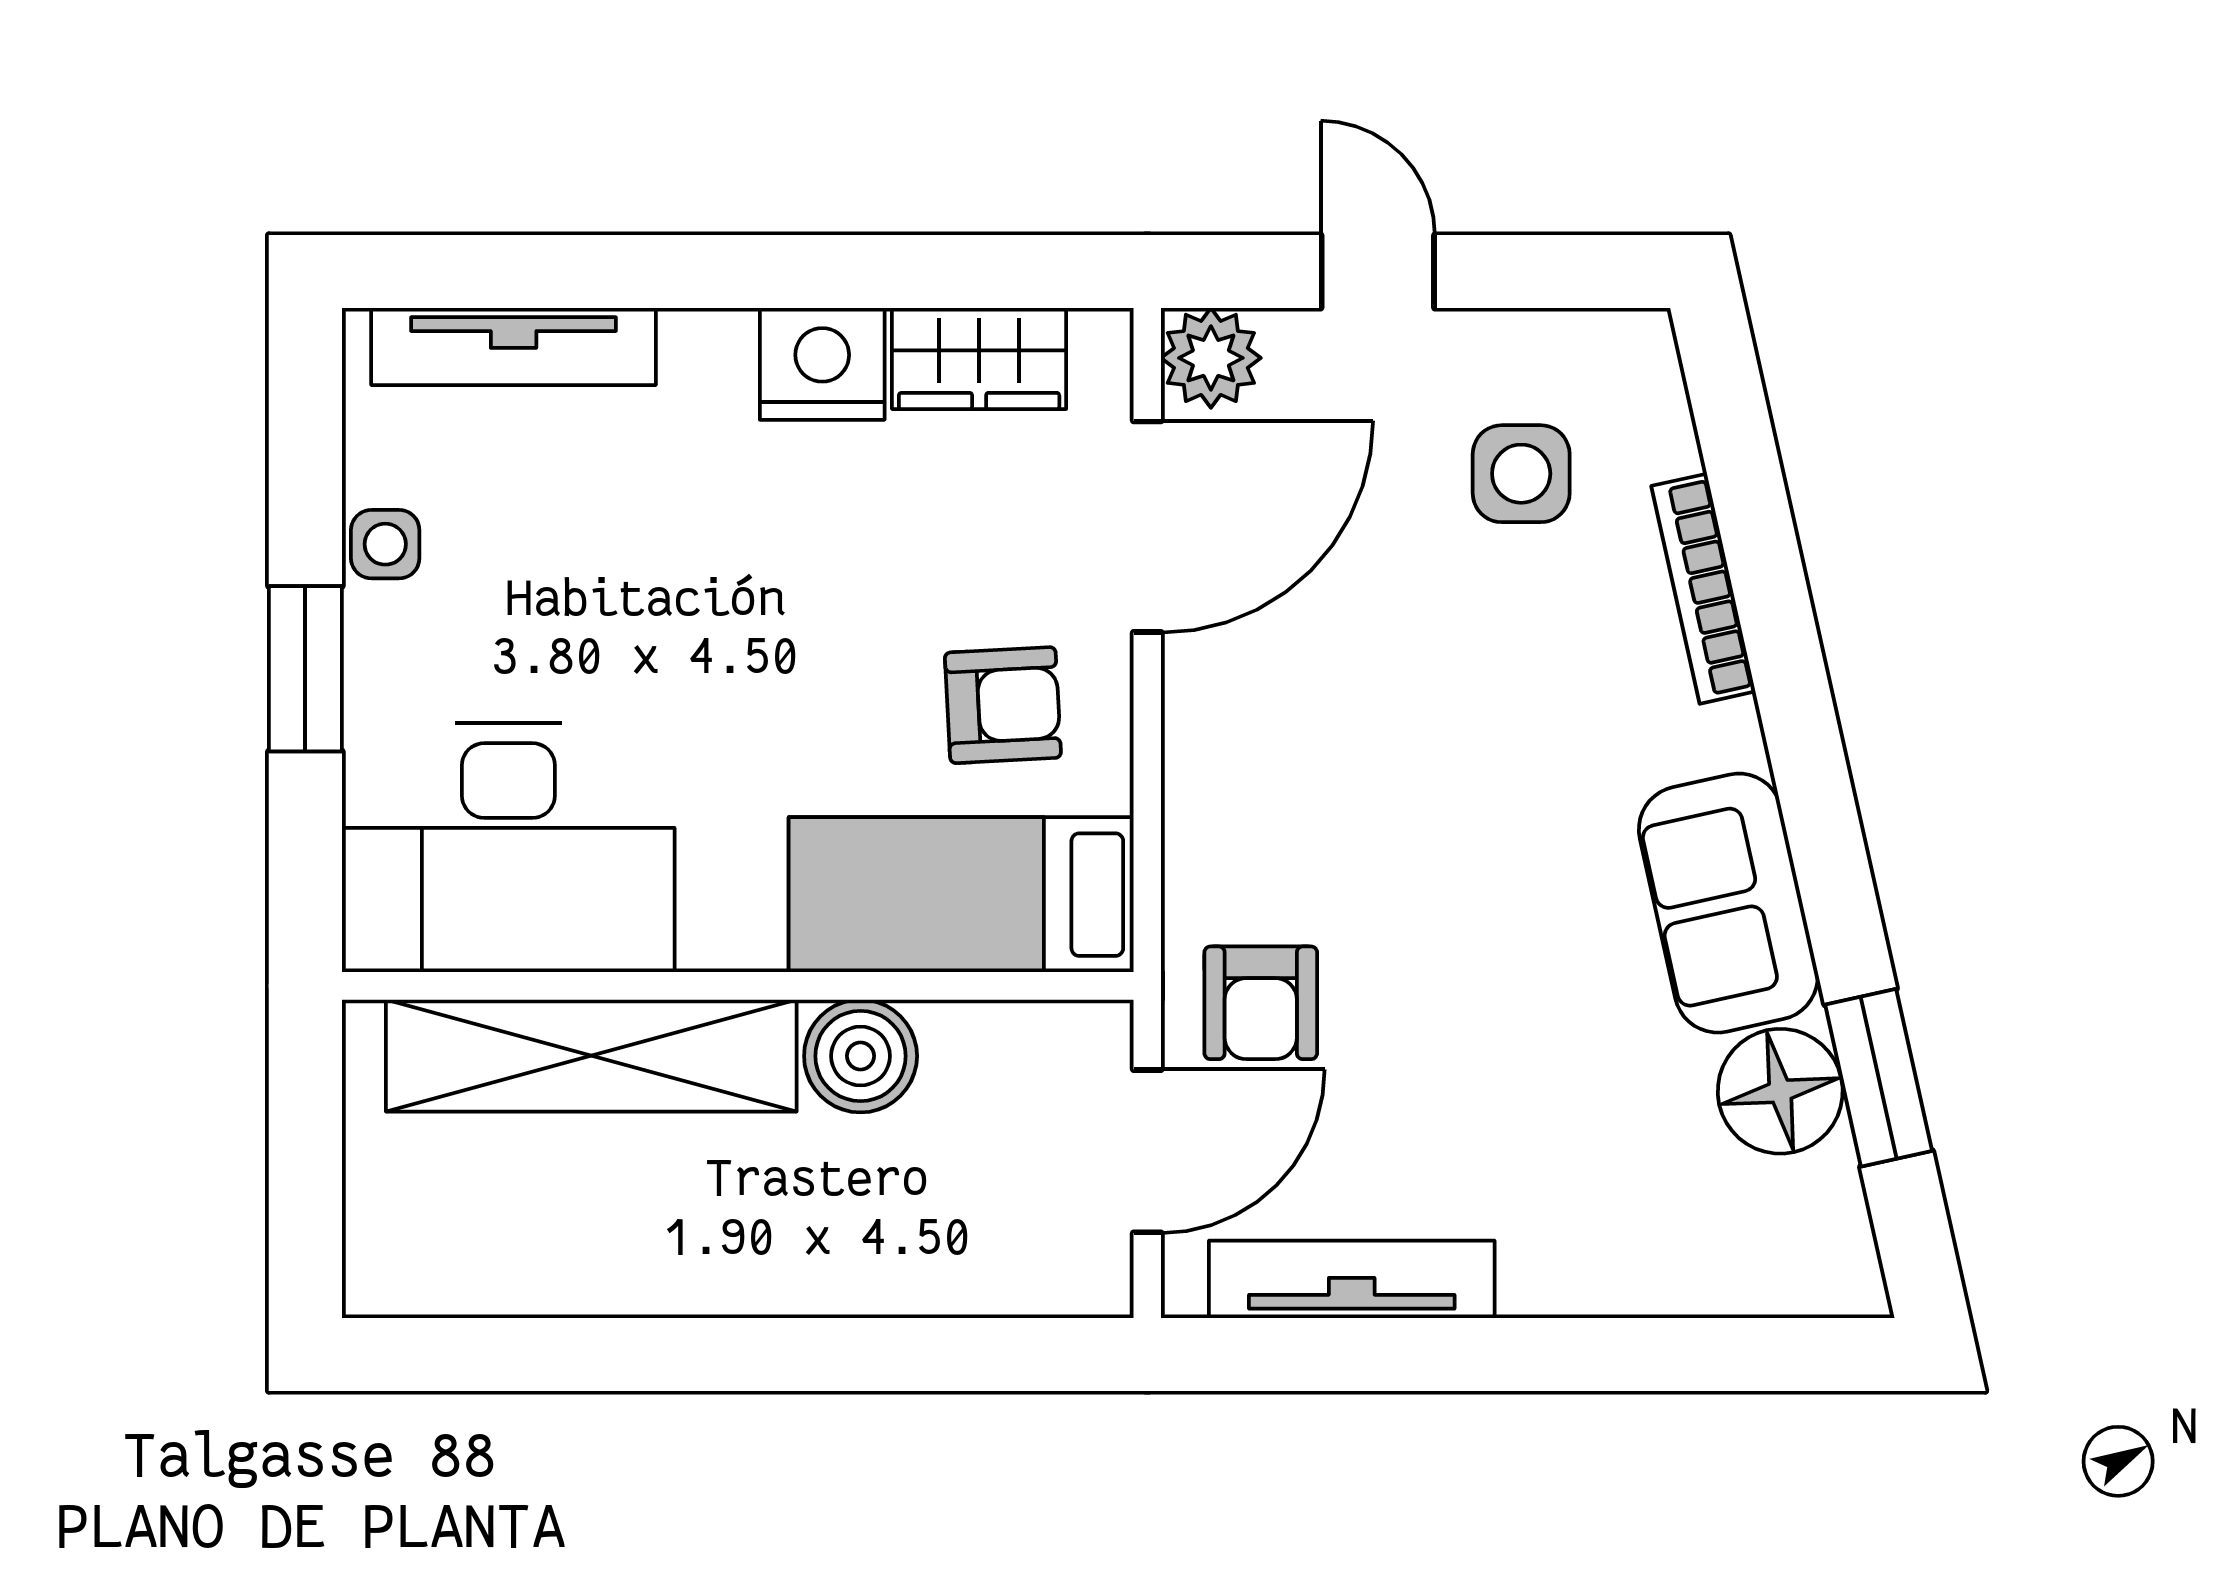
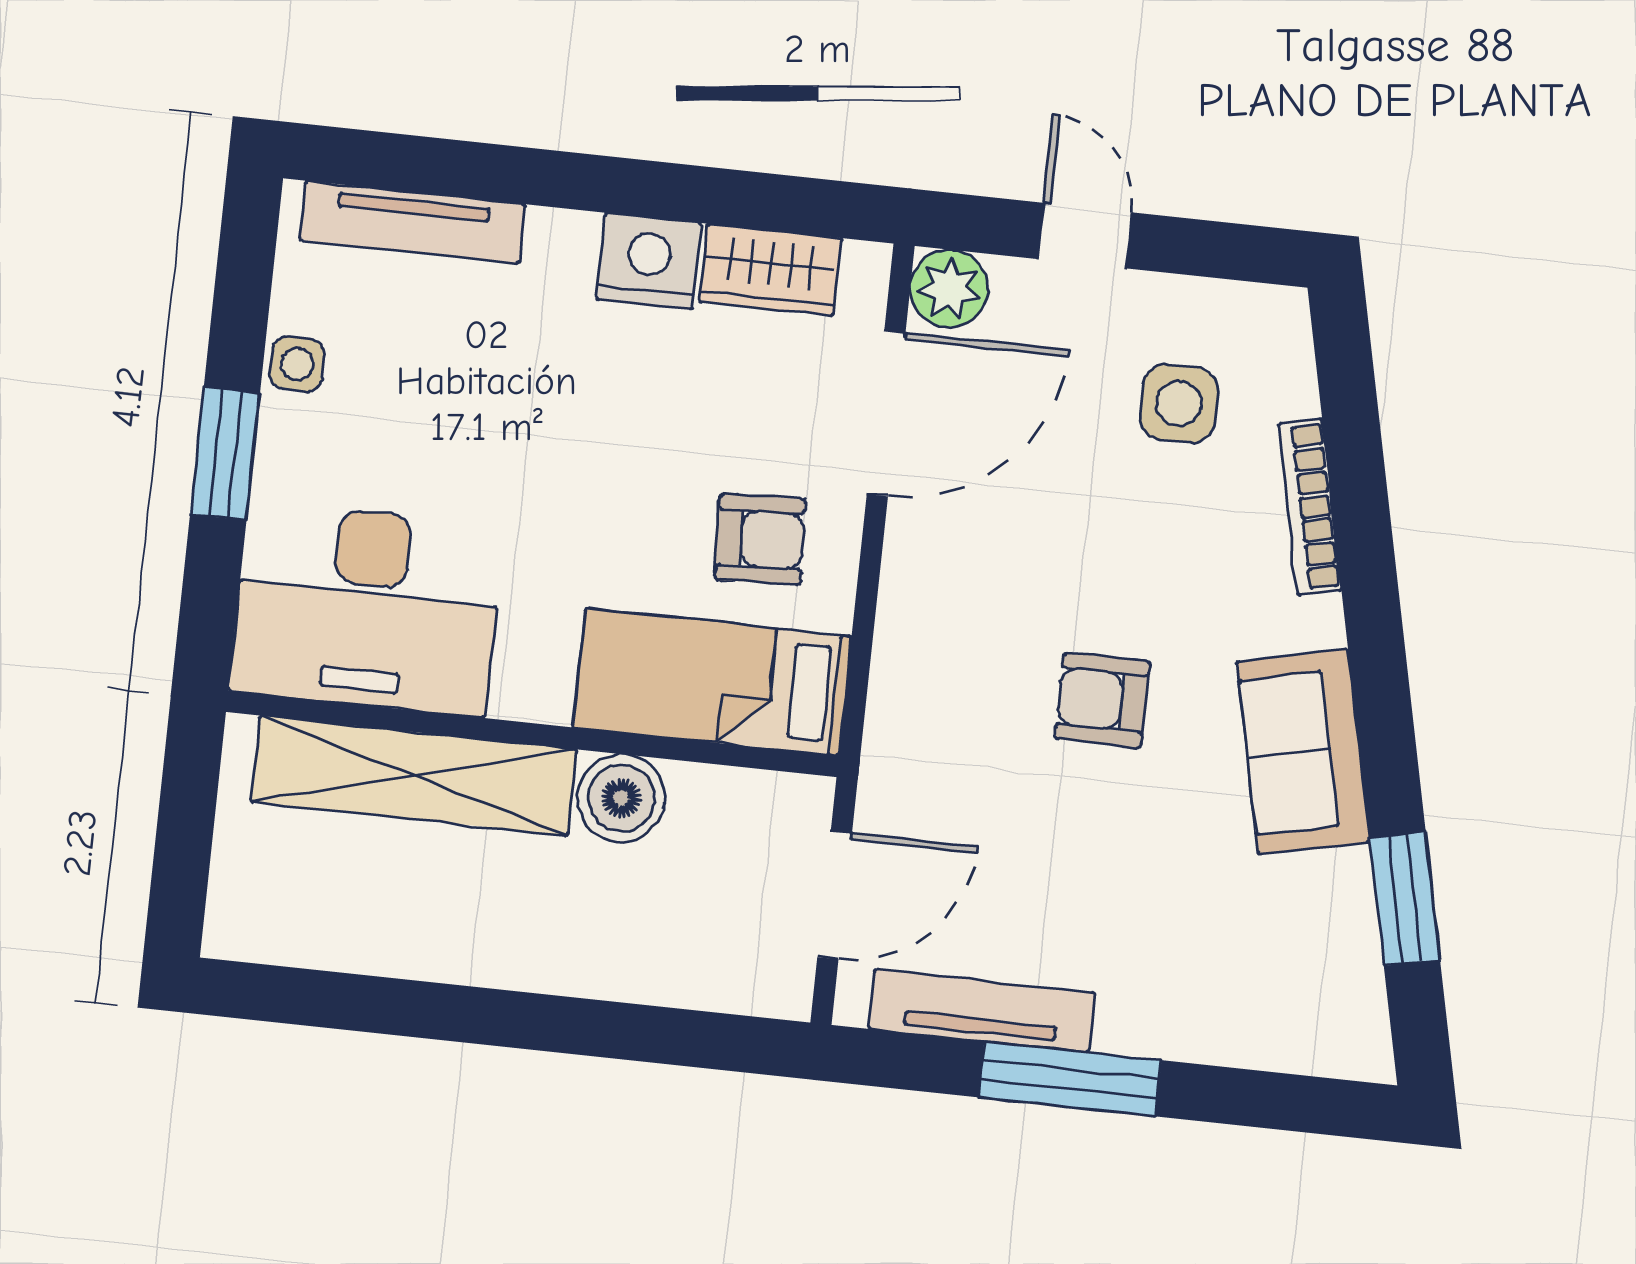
armchair: (1261, 1003) -> (1102, 700), moved, turned 90
floor lamp: (1780, 1091) -> (1328, 901), removed
window: (1474, 1354) -> (1070, 1079), added

